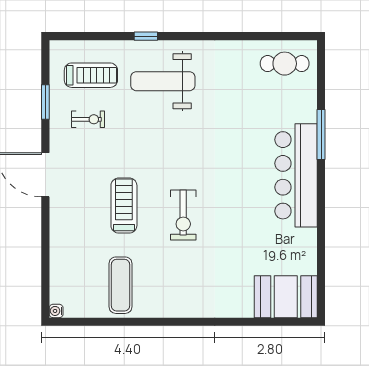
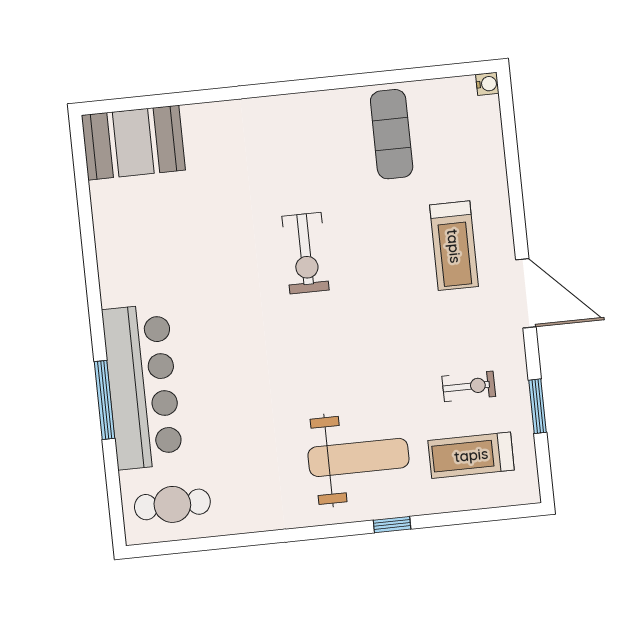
exercise bike: (88, 119) -> (469, 386), turned 180
bar counter: (296, 175) -> (142, 387), moved
treadmill: (124, 206) -> (454, 246), moved
exercise bike: (183, 215) -> (305, 253), turned 180

